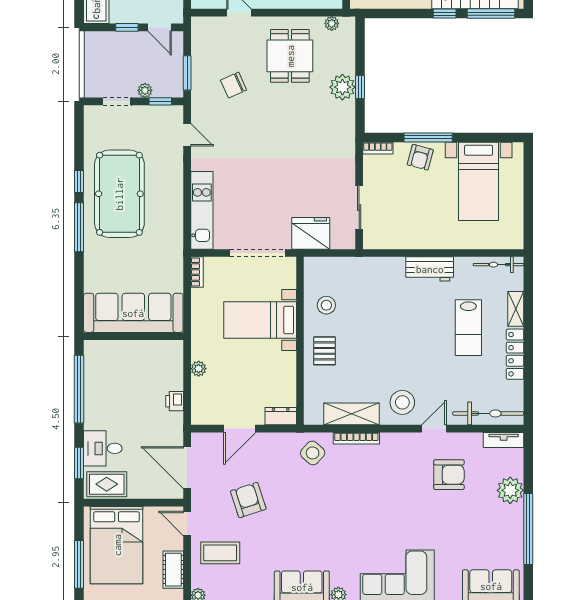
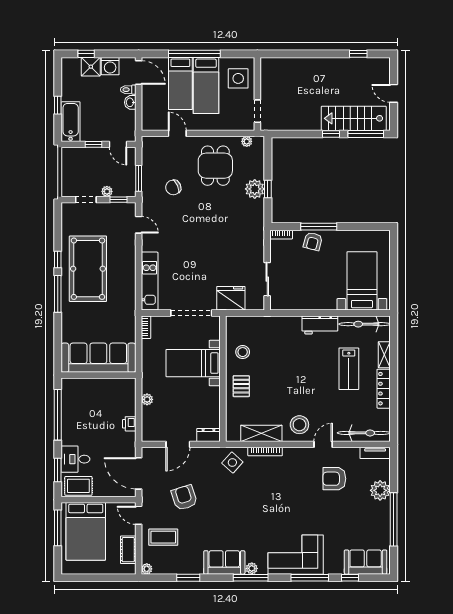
bed with nightstands: (479, 181) -> (362, 281), moved, turned 180
bicycle: (499, 265) -> (364, 324), width x1.37, depth x1.40
armchair: (449, 475) -> (334, 479), turned 180
window: (79, 564) -> (58, 528), moved

